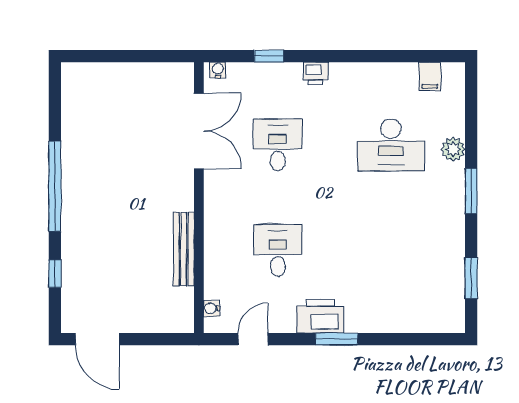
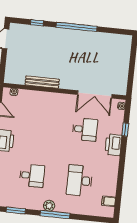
printer: (316, 73) -> (113, 145), width x1.87, depth x1.48
plant: (453, 149) -> (49, 206), moved
window: (471, 191) -> (55, 215), width x1.44
desk: (278, 250) -> (32, 176), moved

